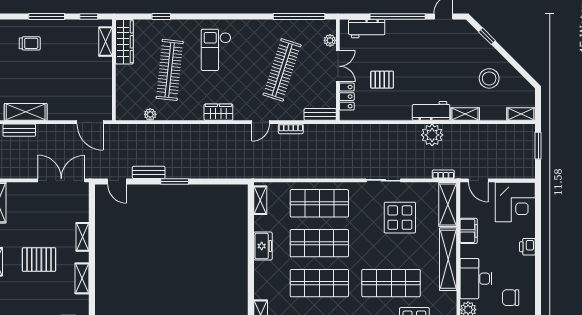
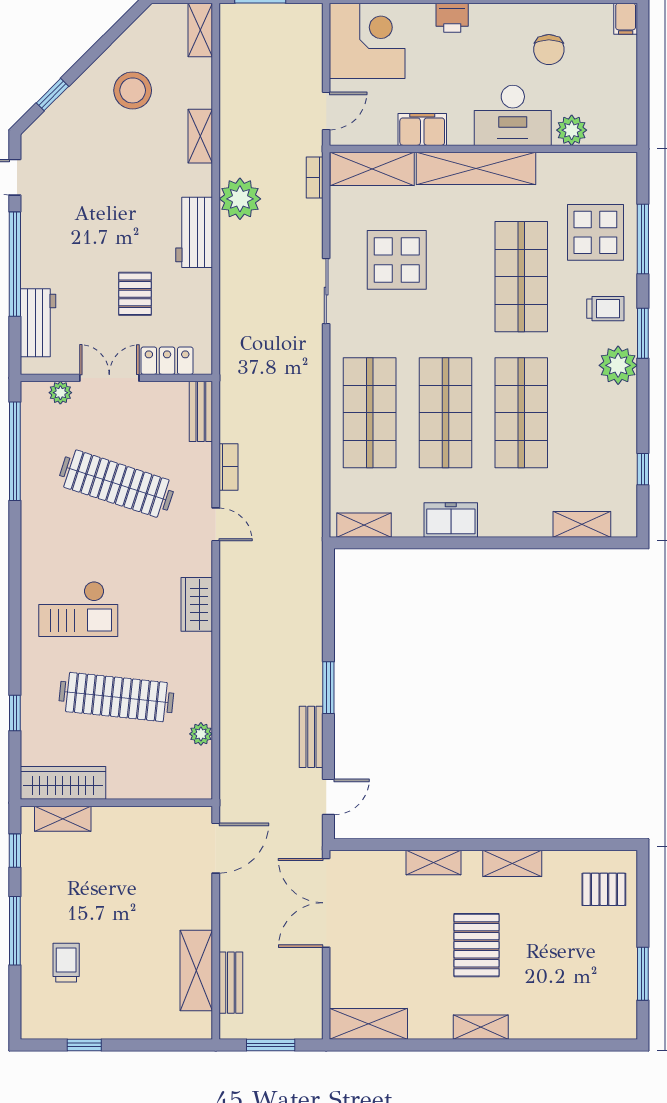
workbench: (431, 111) -> (194, 232), moved

